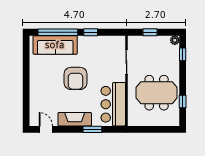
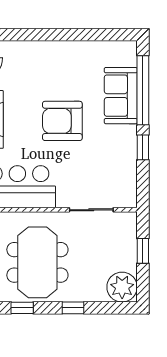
plant: (175, 40) -> (122, 287), width x1.88, depth x1.88
sofa: (55, 45) -> (121, 96), width x0.73
window: (183, 54) -> (73, 308), moved

